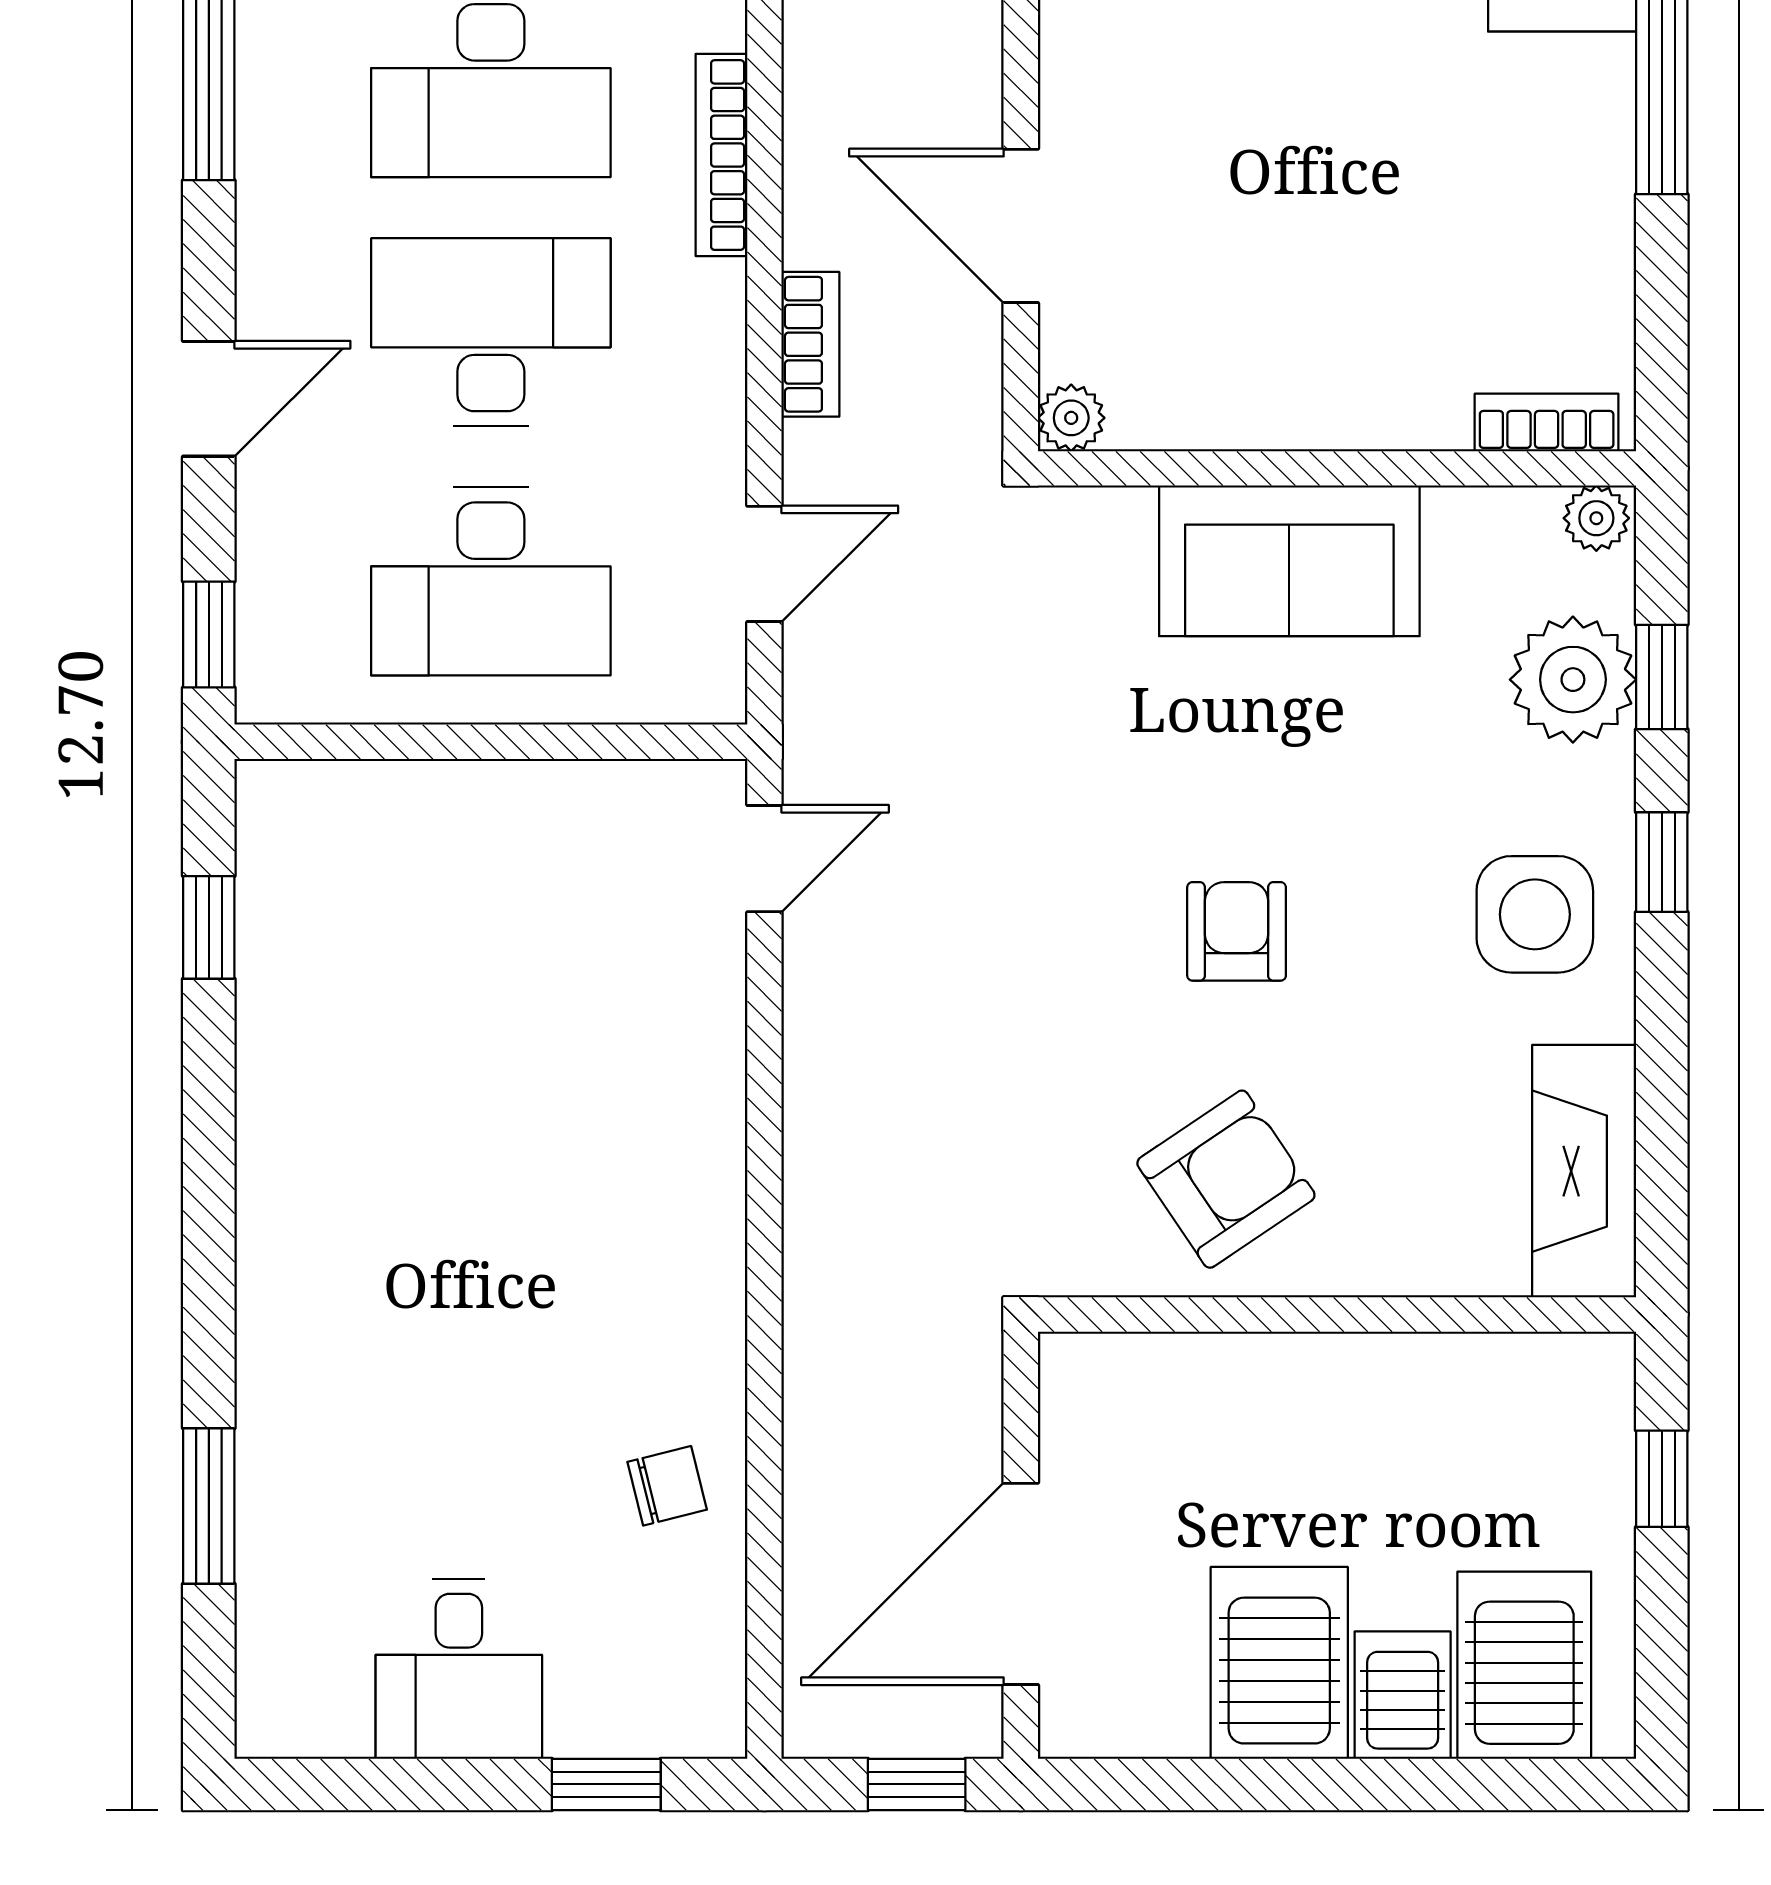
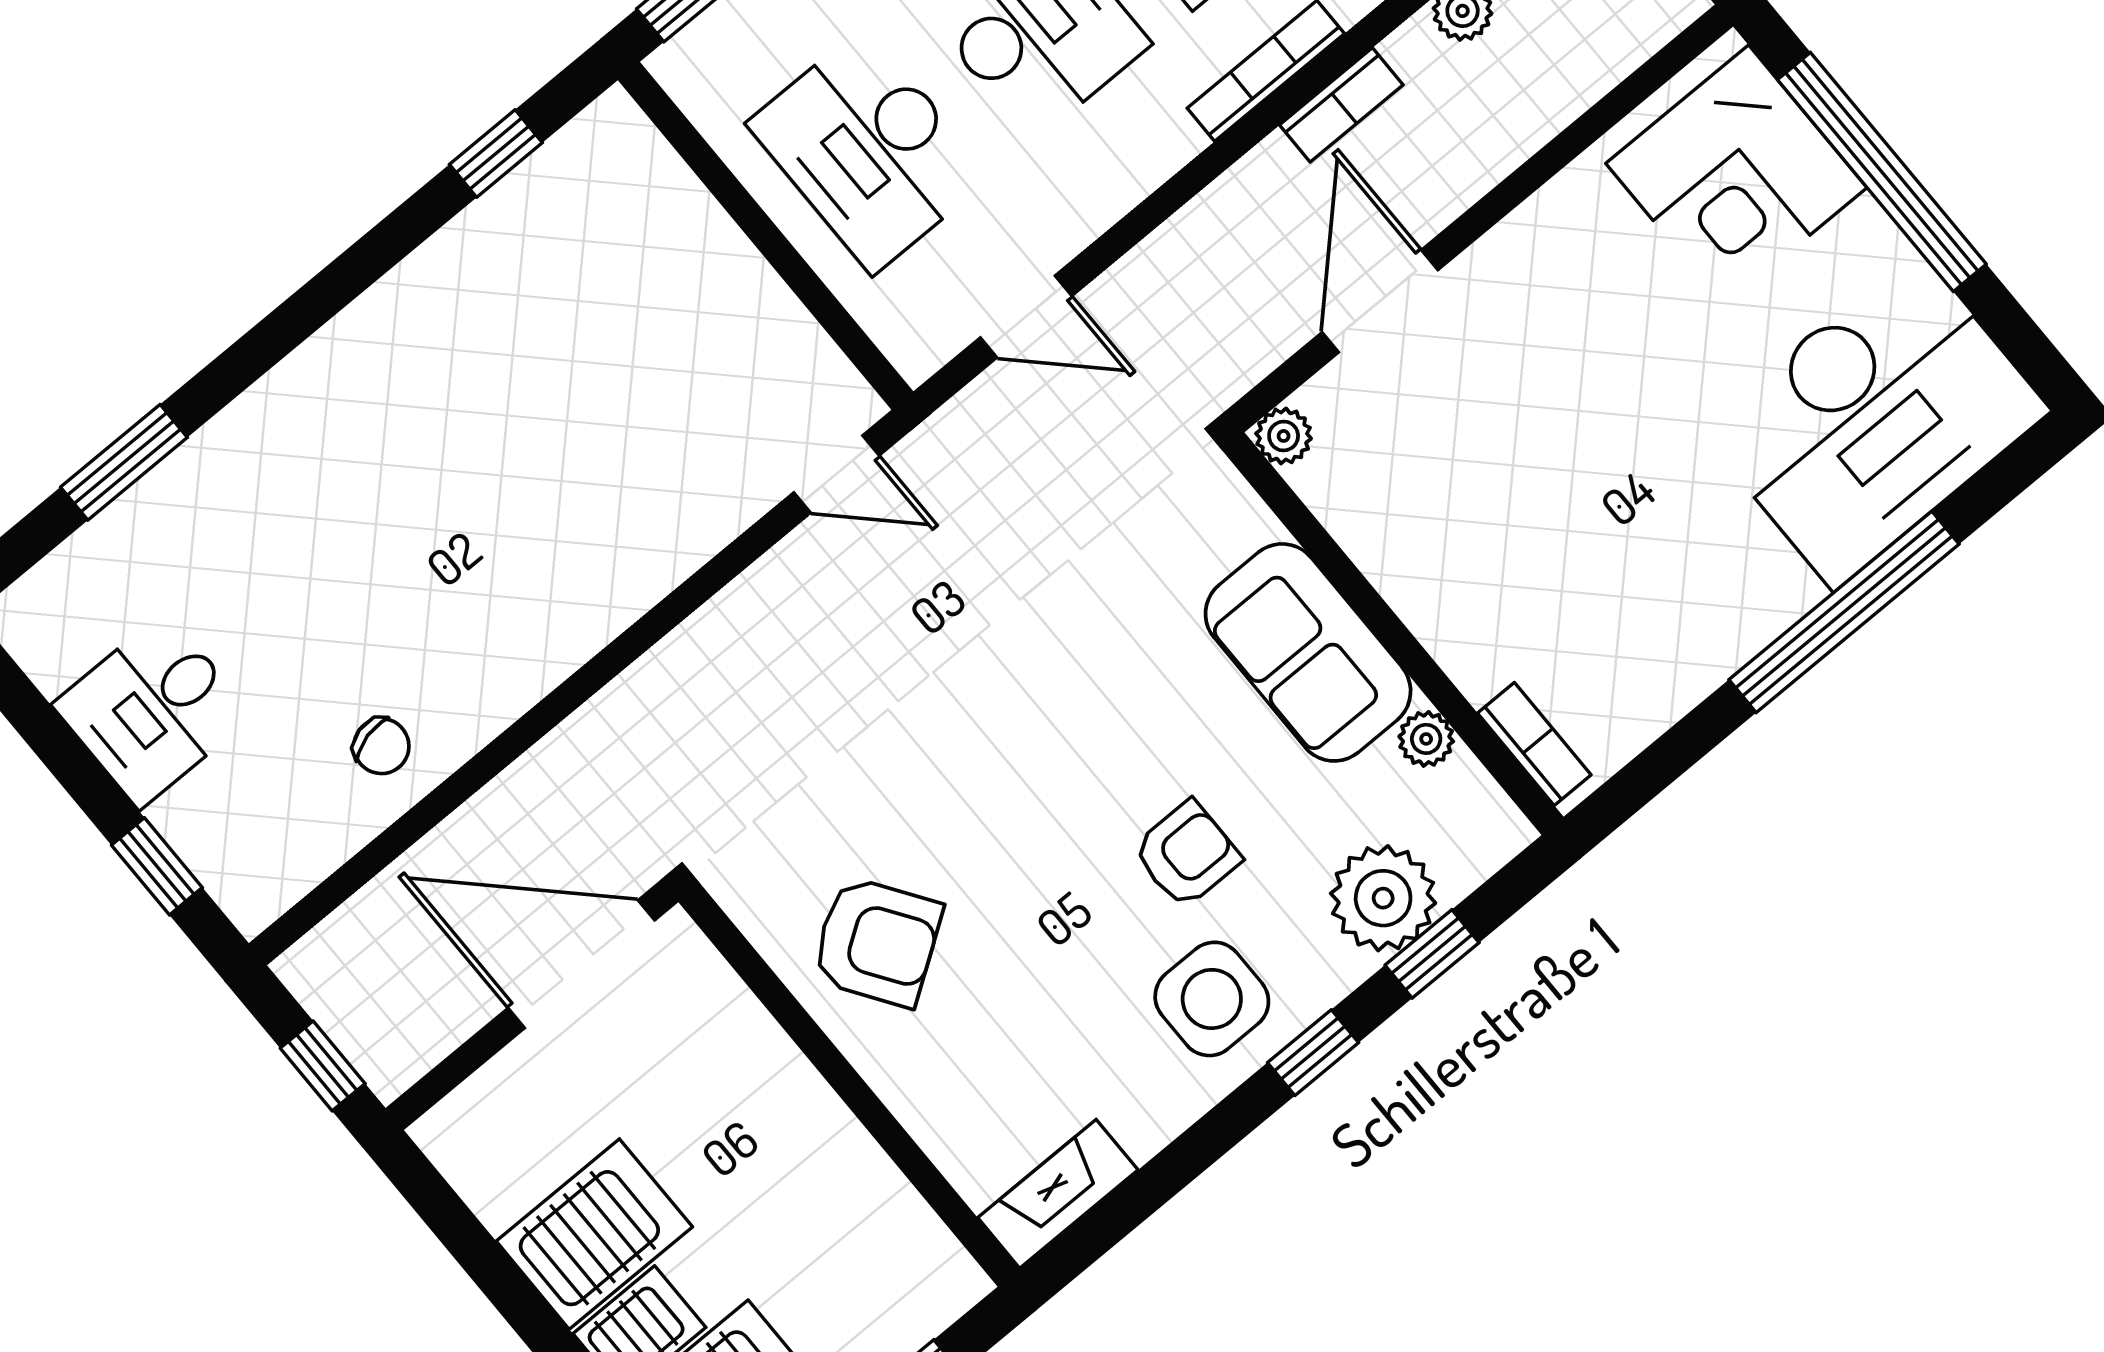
bookcase: (810, 344) -> (1341, 105), moved
plant: (1596, 518) -> (1426, 739), moved
armchair: (1237, 931) -> (1187, 854), moved
fireplace: (1584, 1171) -> (1058, 1194), width x0.73, depth x0.76
door: (1021, 1584) -> (581, 964), moved

